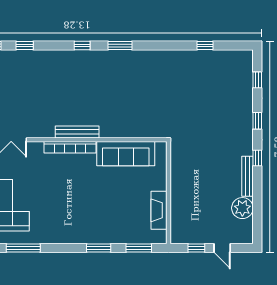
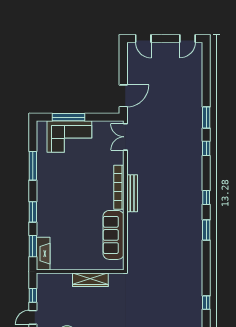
wardrobe: (178, 181) -> (90, 280), added
fireplace: (159, 210) -> (43, 254), moved, turned 90
window: (23, 248) -> (33, 166), moved

